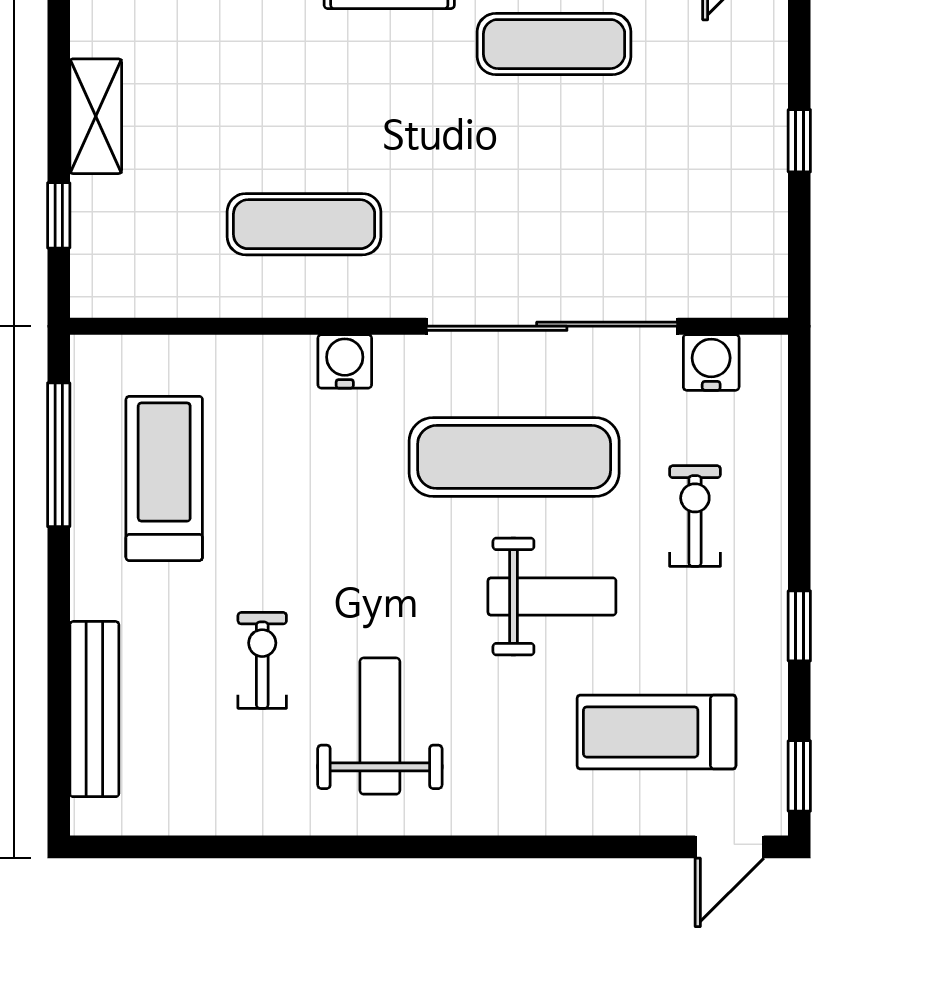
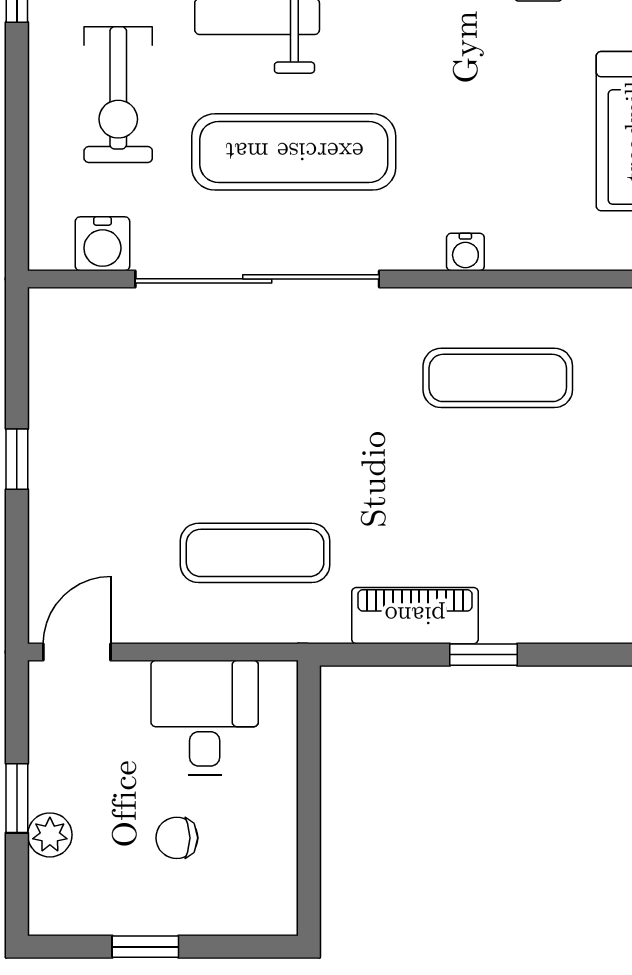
water cooler: (345, 361) -> (465, 252), width x0.72, depth x0.72
exercise bike: (695, 516) -> (118, 95), width x1.38, depth x1.39

